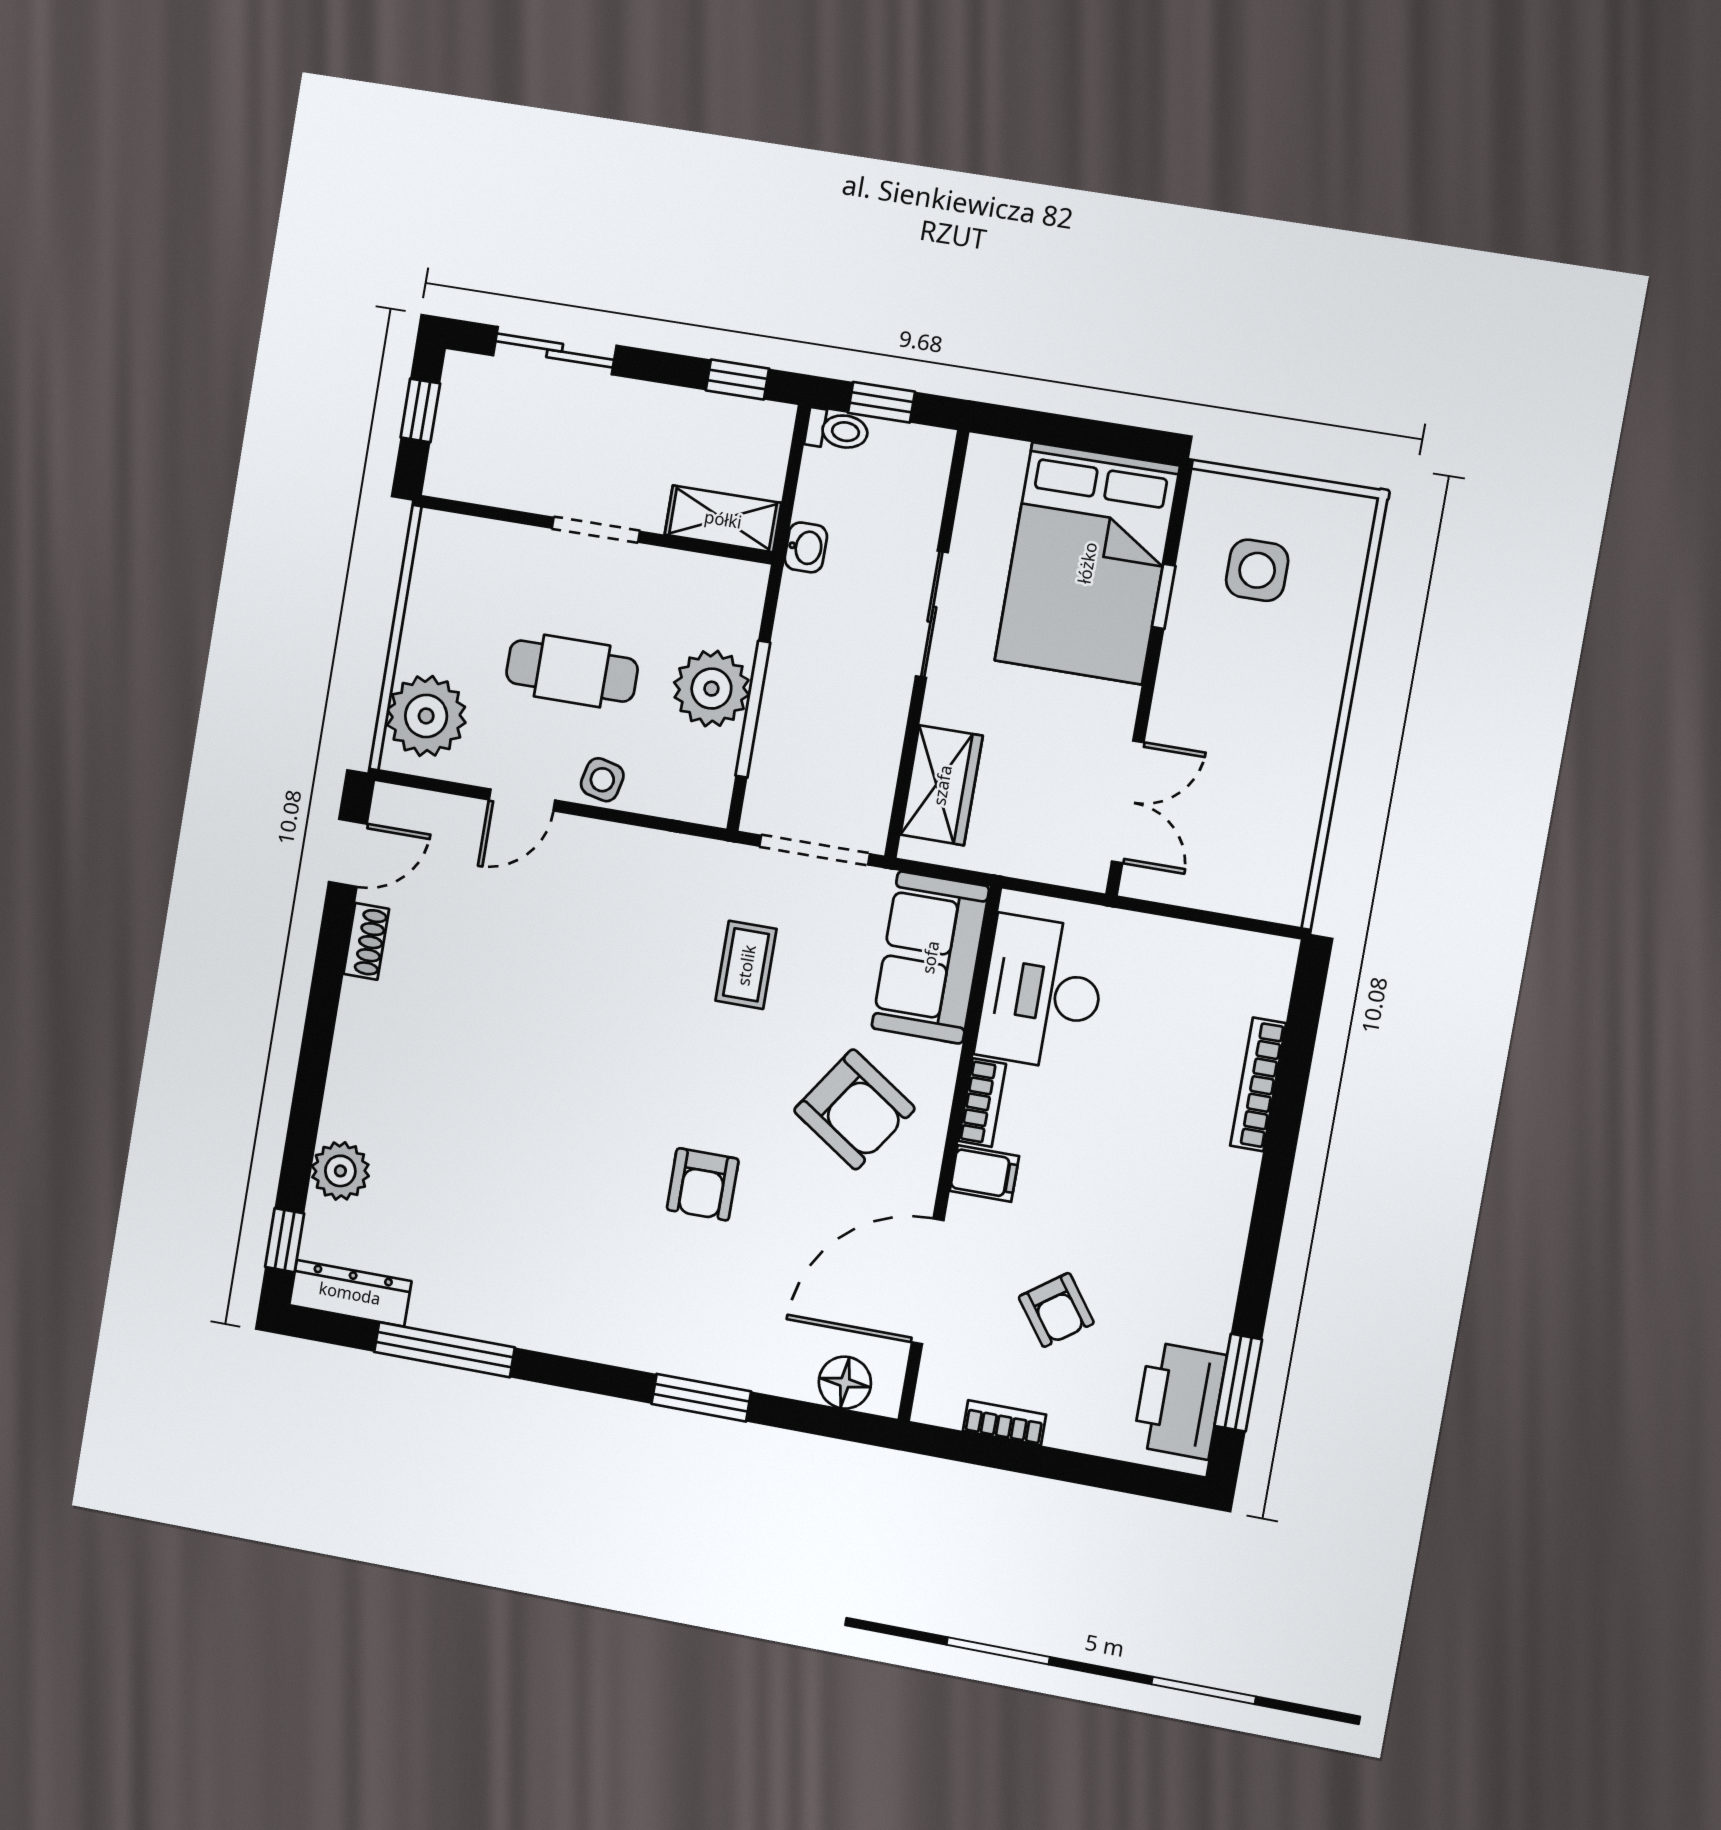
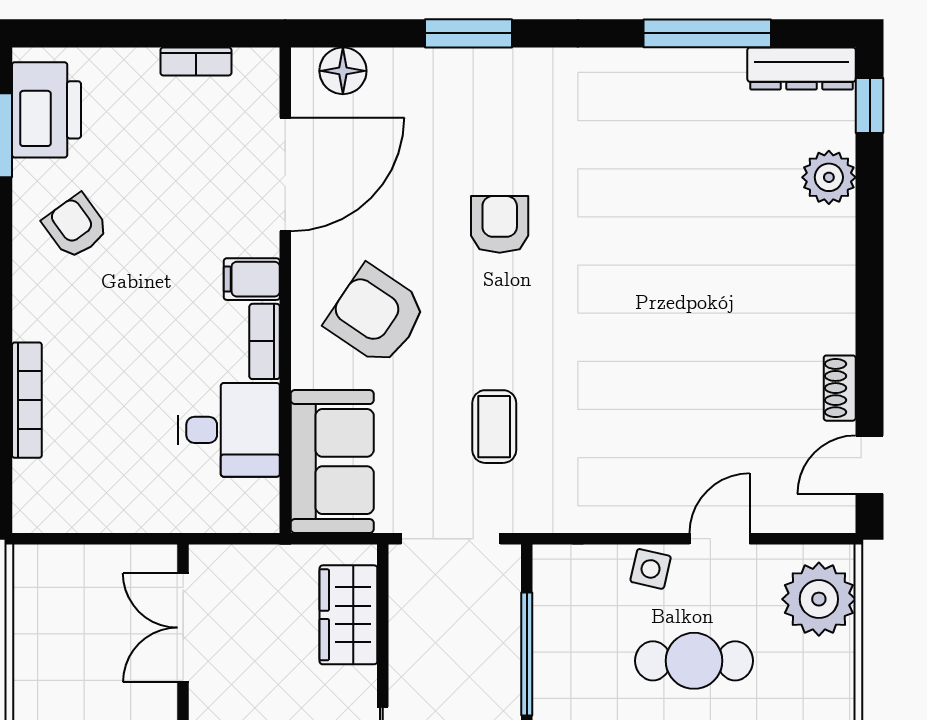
plant: (711, 689) -> (567, 666), removed
desk: (1042, 993) -> (229, 430), width x0.73
armchair: (1056, 1310) -> (76, 226), moved

